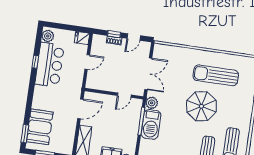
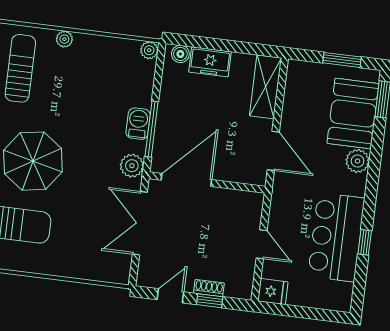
plant: (48, 36) -> (358, 161), moved
door: (87, 62) -> (262, 244), swing flipped
door: (124, 95) -> (186, 180), width x1.88
door: (80, 109) -> (273, 151), swing flipped
barbecue: (151, 124) -> (138, 124), width x0.53, depth x0.65

